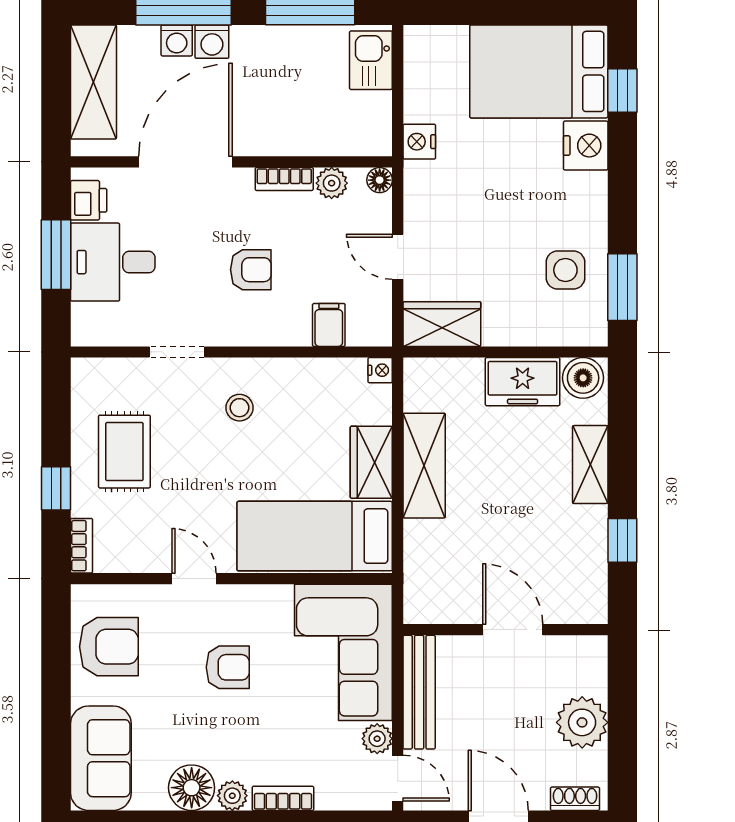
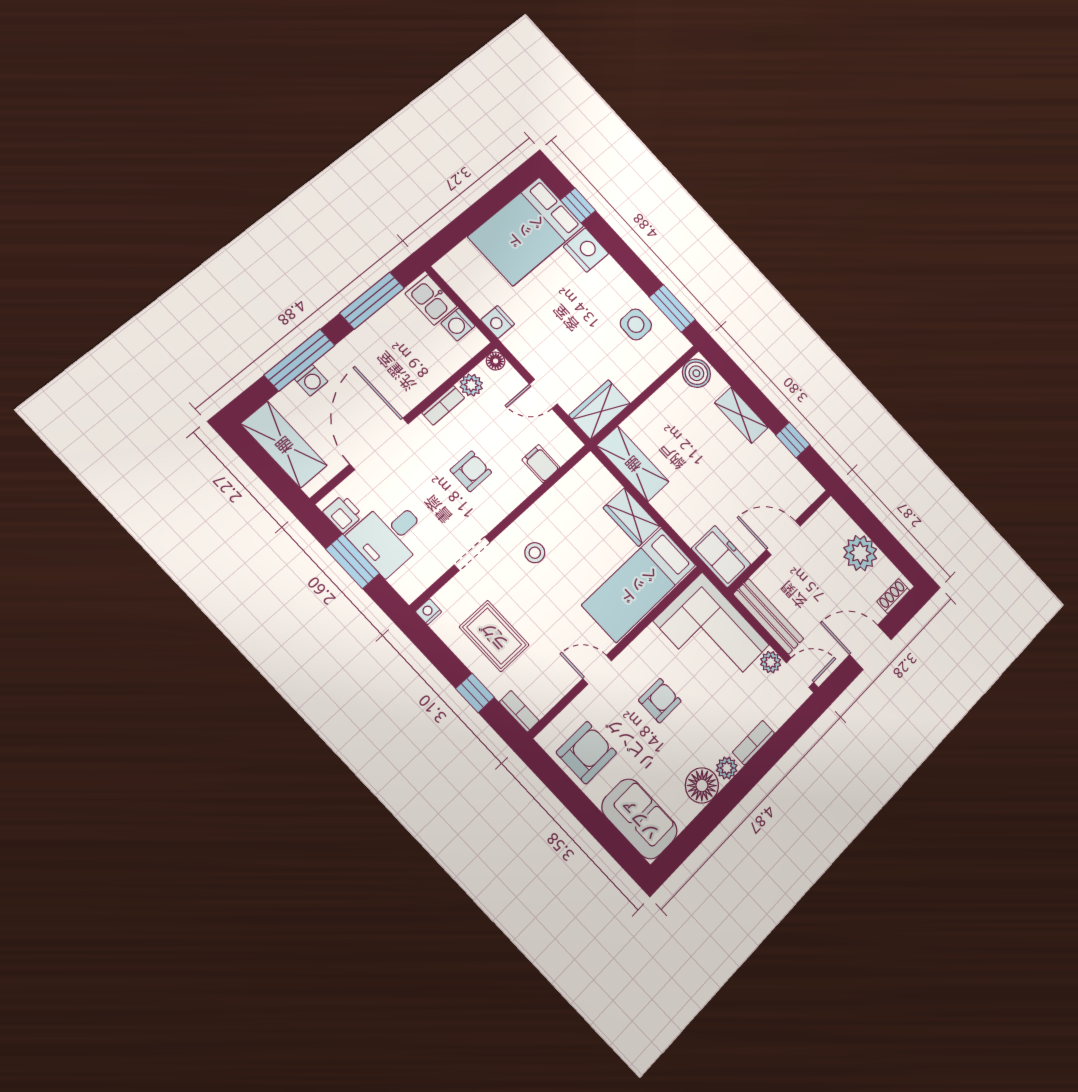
washing machine: (212, 42) -> (458, 325), moved, turned 90
nightstand: (380, 370) -> (429, 612), moved, turned -90
freezer: (523, 382) -> (721, 557), moved, turned -90
shelving: (424, 466) -> (633, 464), moved

